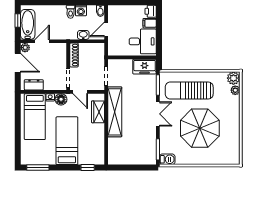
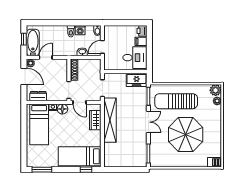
bed: (67, 141) -> (80, 156), moved, turned -90
barbecue: (167, 159) -> (214, 162), moved

